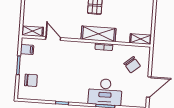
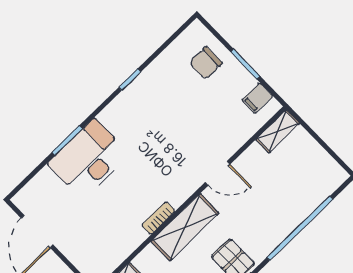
door: (53, 39) -> (217, 173), moved
chair: (132, 65) -> (93, 236), removed

